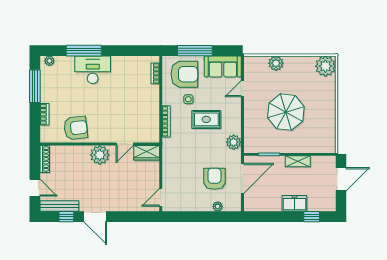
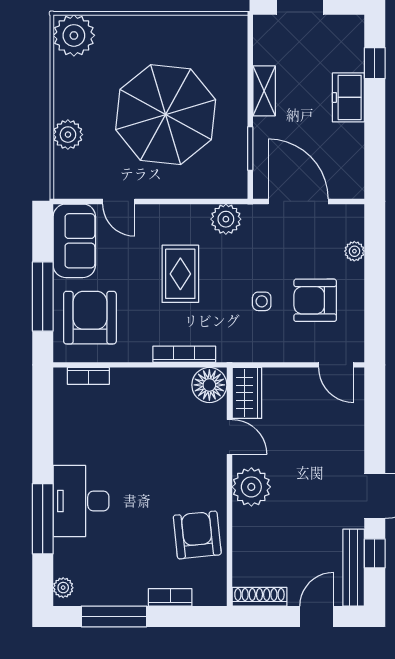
side table: (188, 99) -> (262, 301), moved
parasol: (286, 112) -> (166, 115), width x1.36, depth x1.36
floor lamp: (151, 134) -> (209, 385), added
armchair: (214, 179) -> (315, 300), moved

